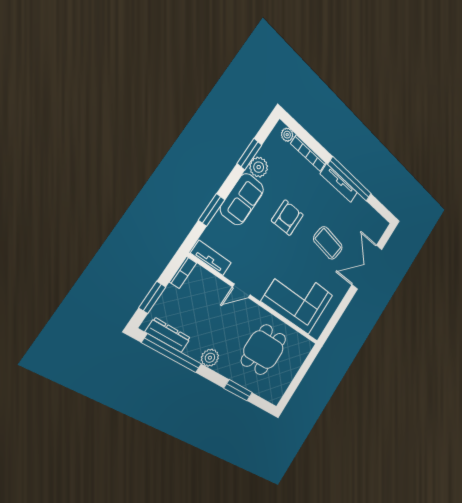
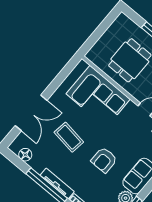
floor lamp: (372, 217) -> (25, 155), added

